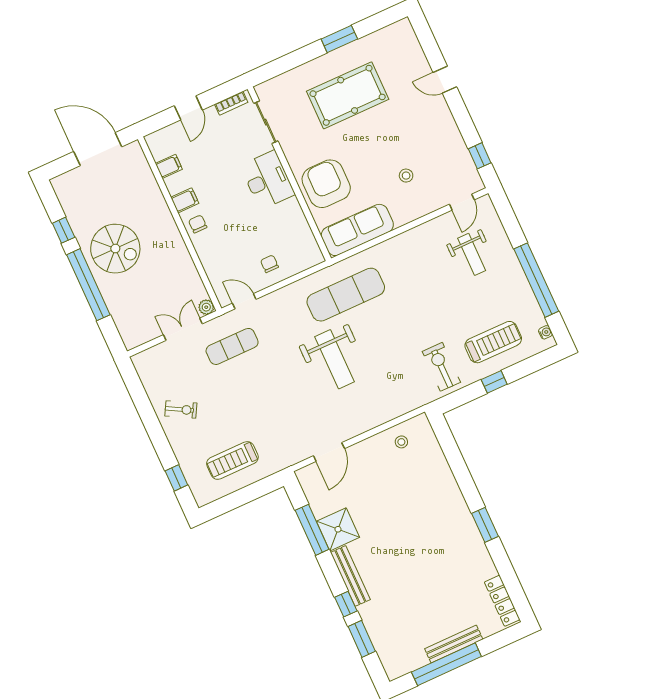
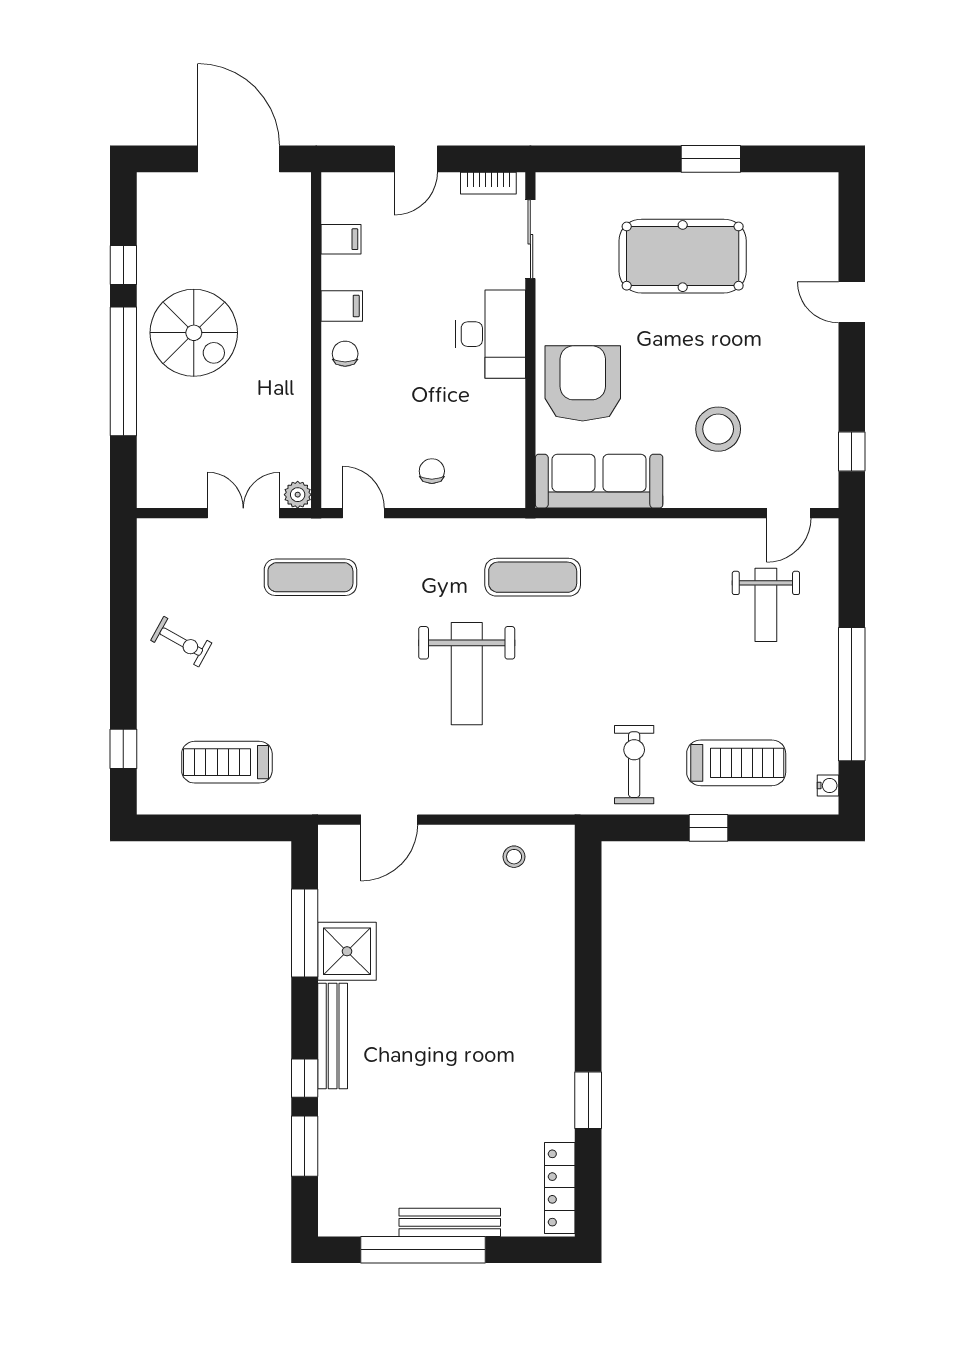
stool: (406, 176) -> (718, 429), width x1.89, depth x1.89
exercise mat: (346, 295) -> (533, 577), width x0.73, depth x0.69
window: (485, 525) -> (588, 1100), moved

